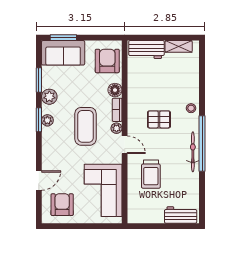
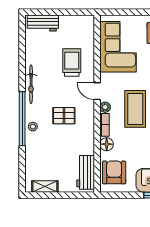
workbench: (146, 50) -> (86, 172), moved, turned -90
armchair: (107, 61) -> (114, 172), turned 180
window: (202, 144) -> (22, 119), moved

